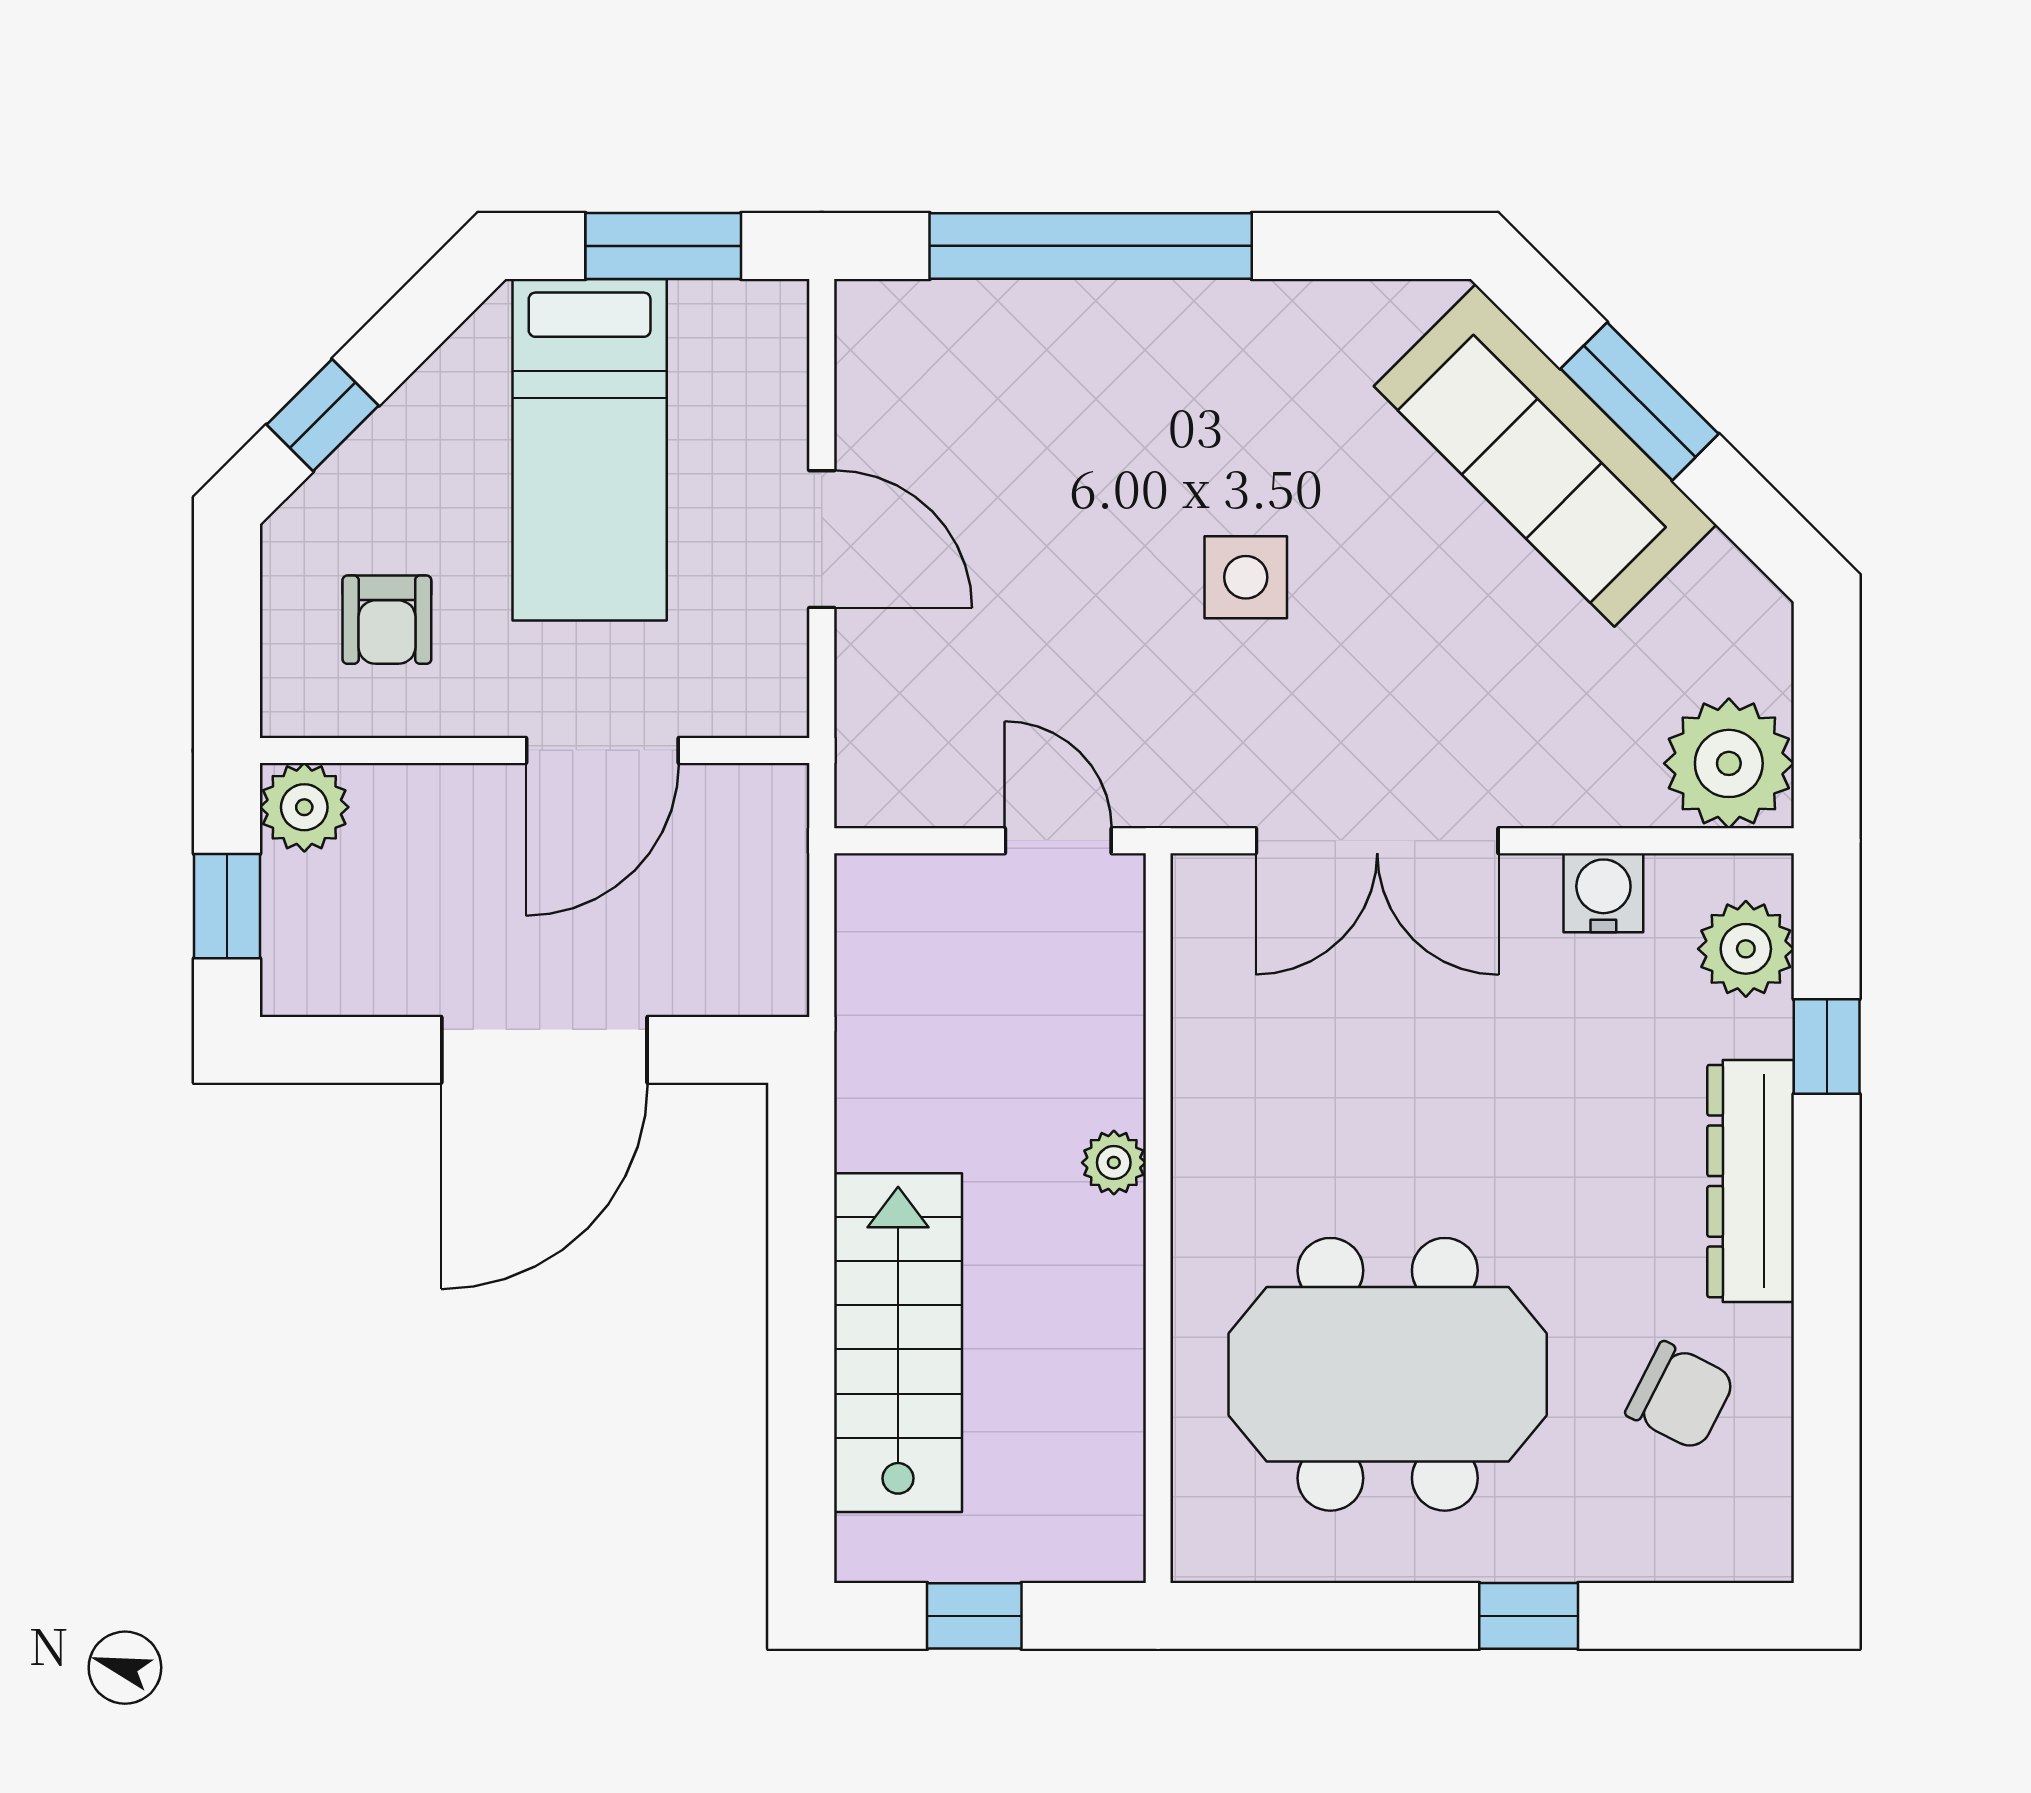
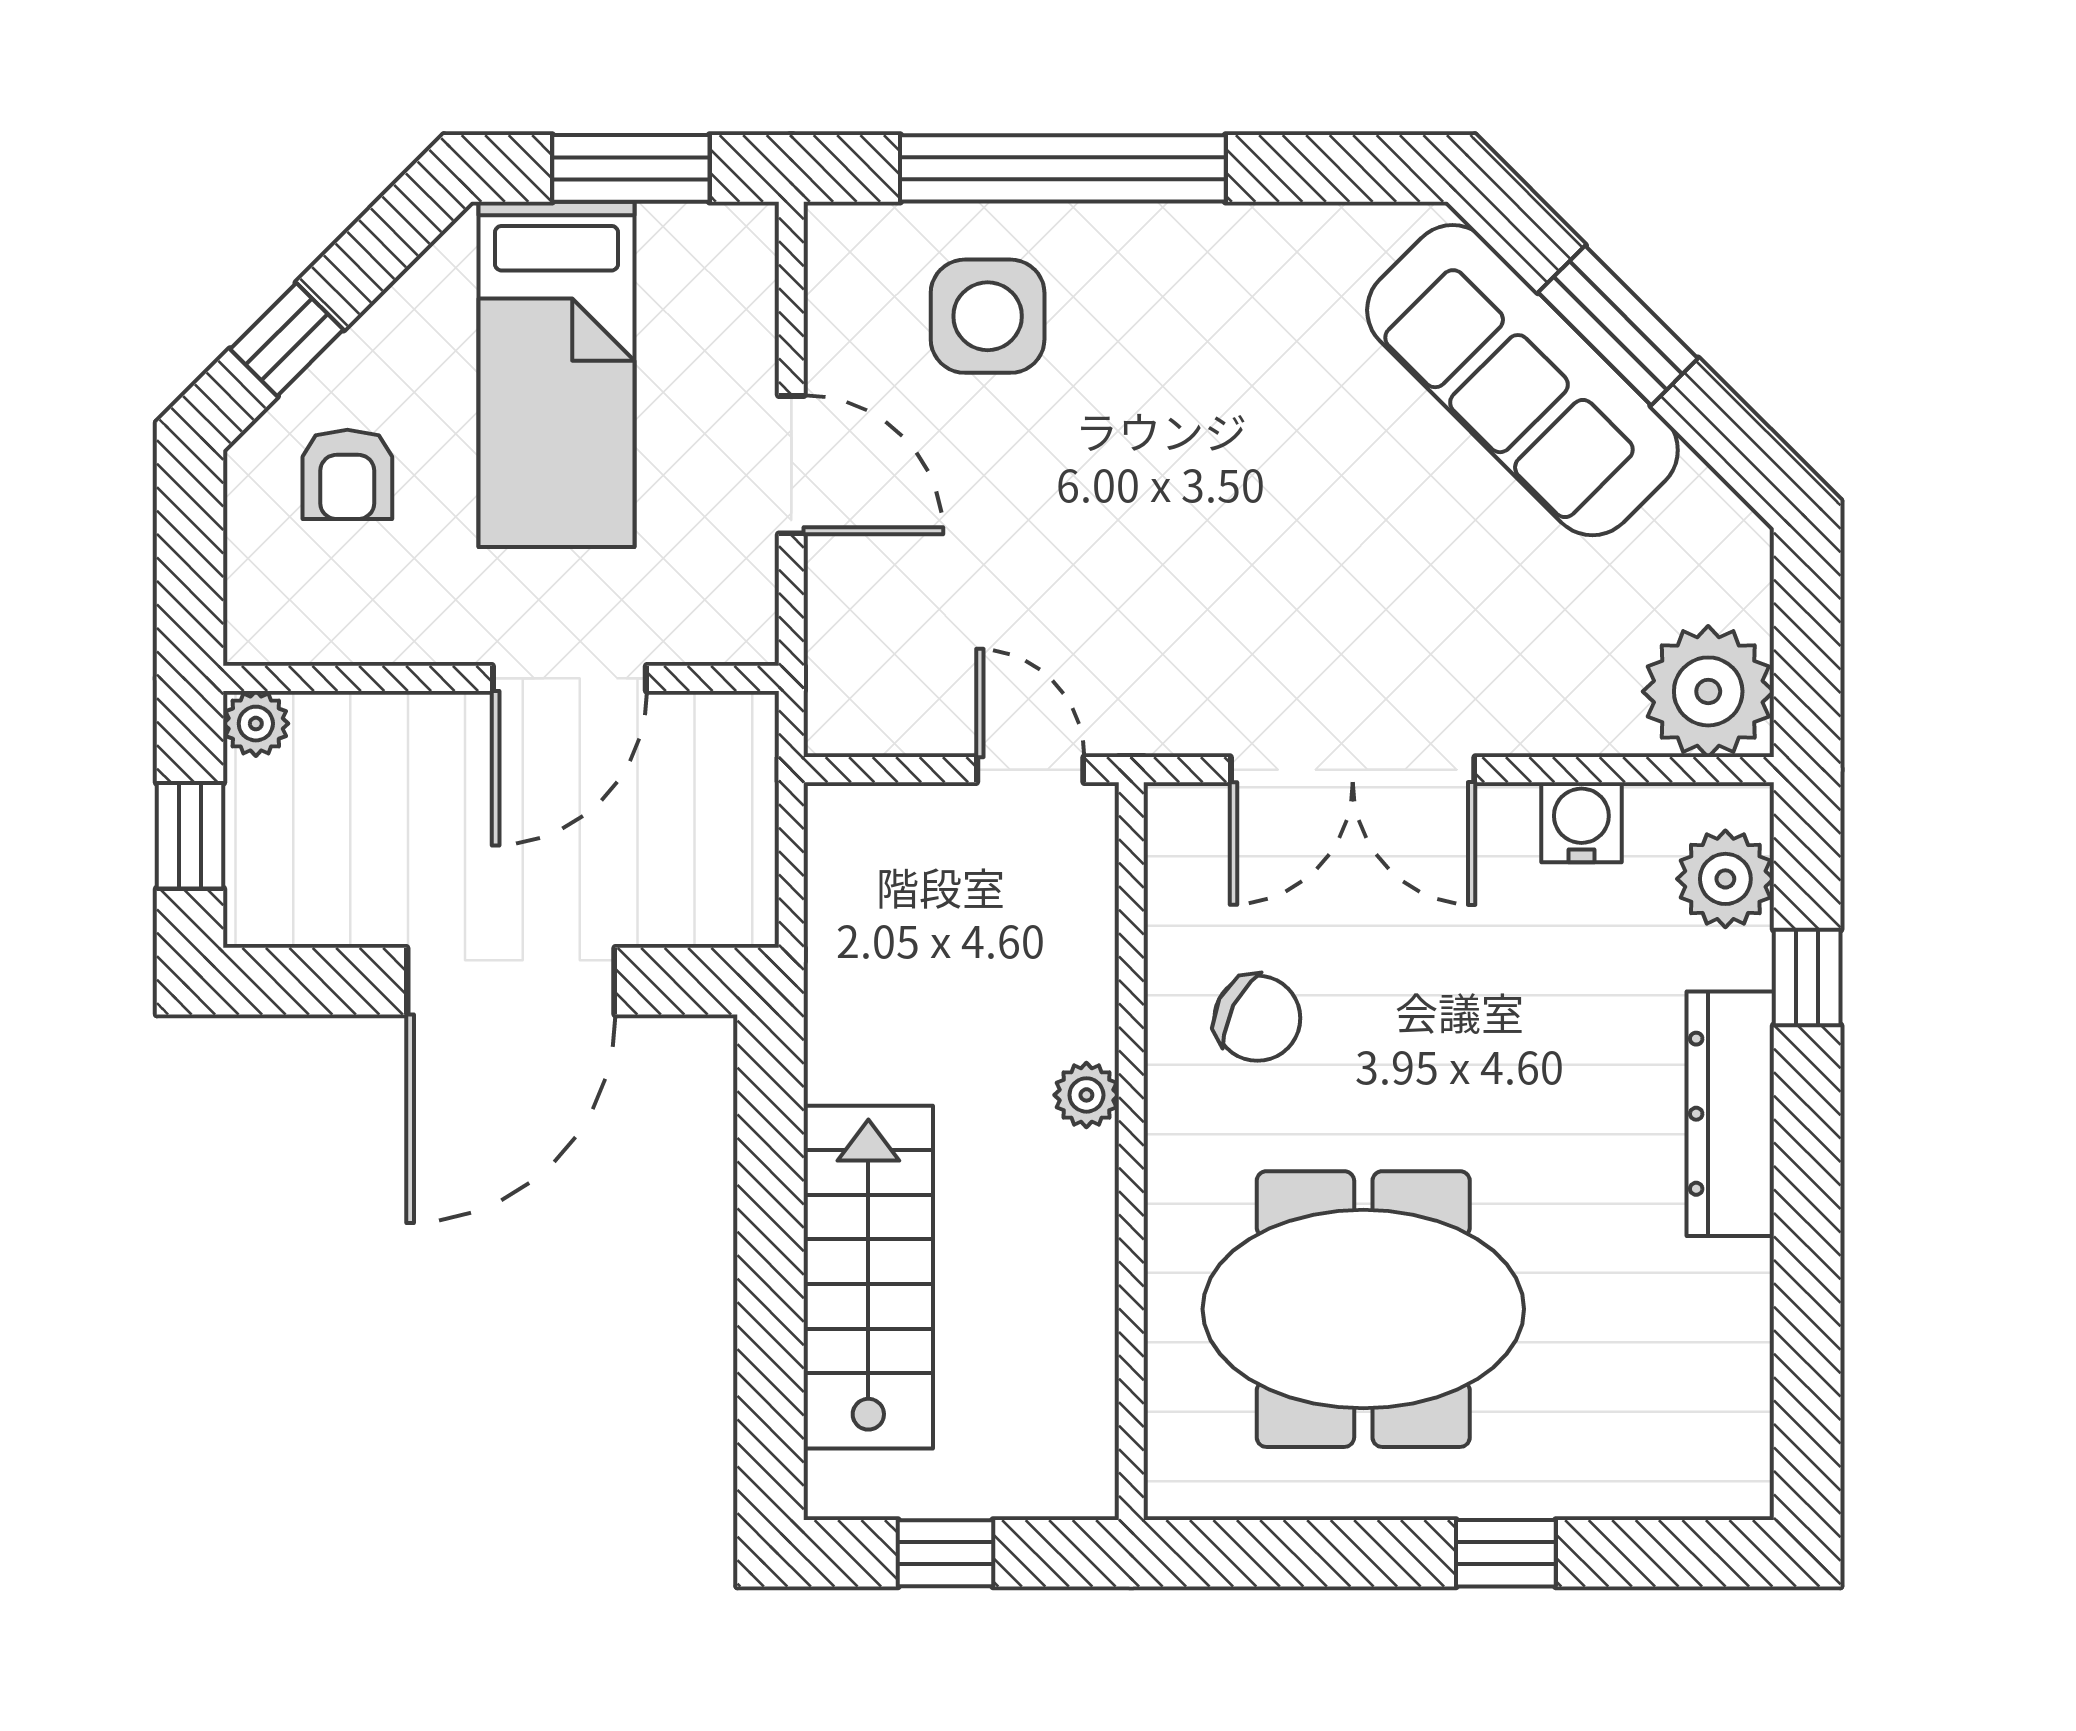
side table: (1246, 577) -> (988, 316), moved, width x1.37, depth x1.37
armchair: (387, 620) -> (347, 474), moved
plant: (304, 807) -> (256, 724), width x0.73, depth x0.73
chair: (1680, 1396) -> (1257, 1018), moved

